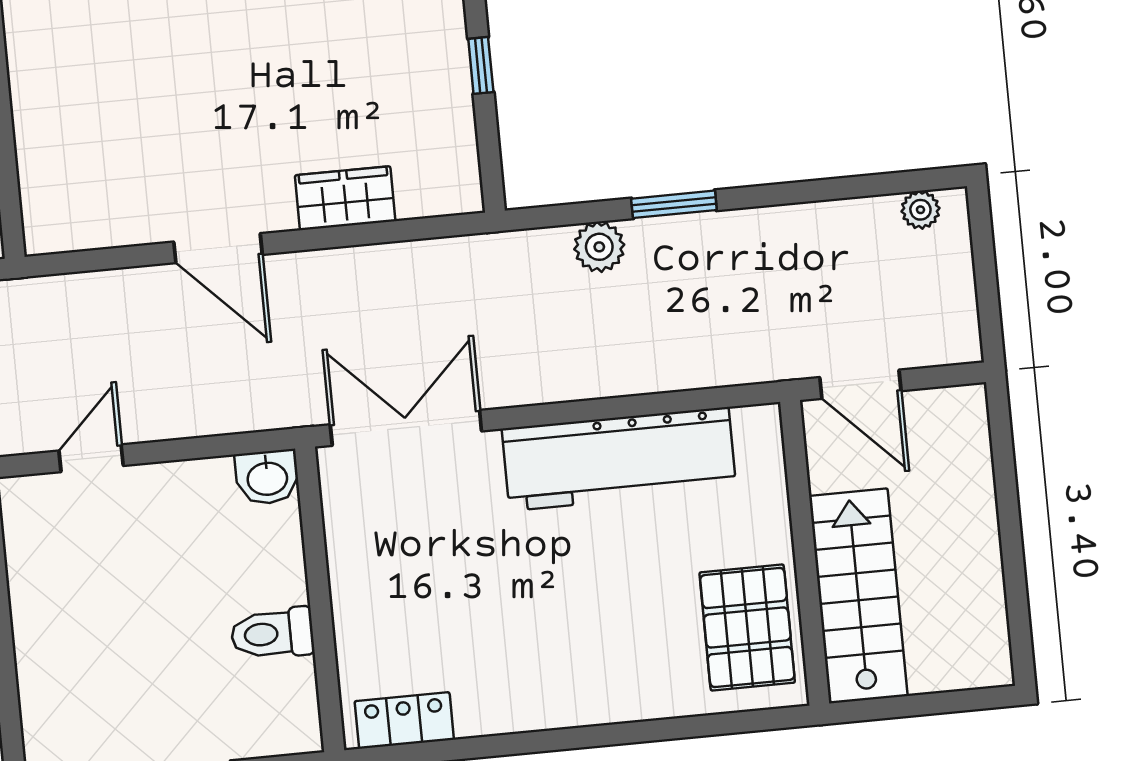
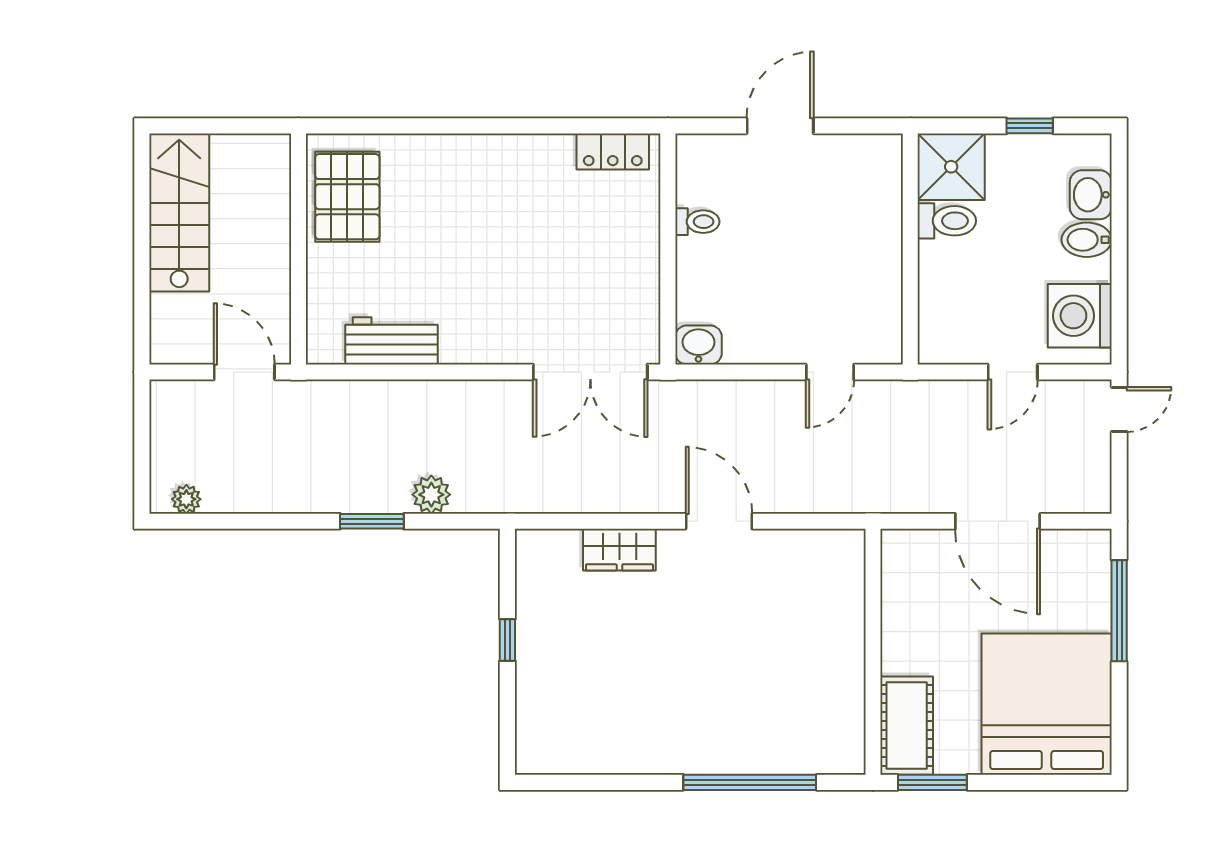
workbench: (619, 459) -> (392, 341), width x0.53, depth x0.76
stairs: (858, 596) -> (179, 212), moved, turned 180
toilet: (272, 634) -> (697, 222), width x0.73, depth x0.72

